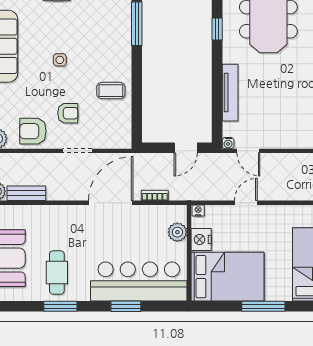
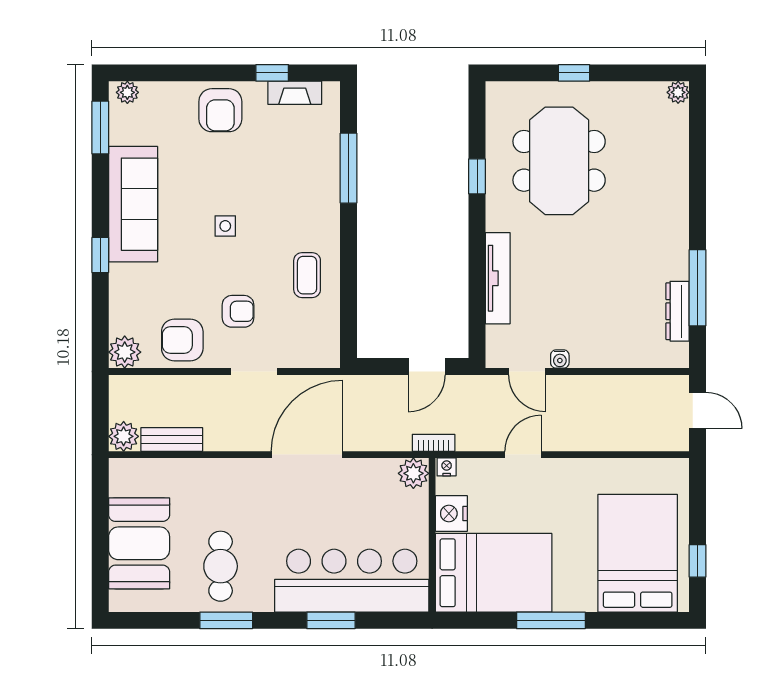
coffee table: (111, 91) -> (307, 275), turned 90
water cooler: (228, 143) -> (560, 359), moved
bookcase: (155, 195) -> (434, 443), moved
plant: (177, 232) -> (413, 473), moved

